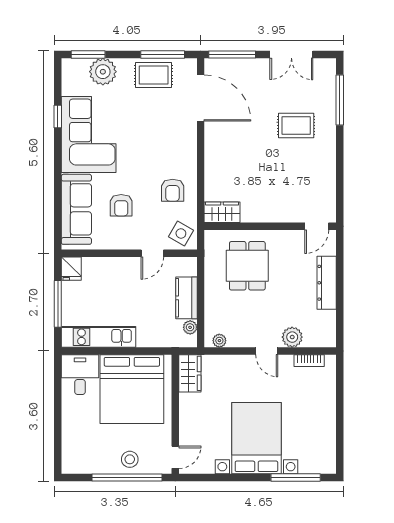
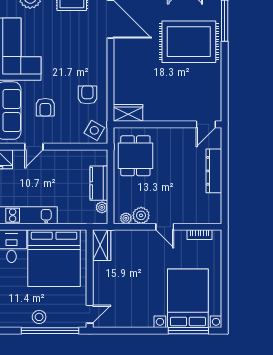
rug: (296, 125) -> (189, 42), width x1.86, depth x2.06
armchair: (173, 190) -> (87, 95), turned 180
door: (152, 253) -> (34, 147), moved
dining table: (247, 266) -> (135, 156), moved
plant: (292, 337) -> (141, 215), moved
bed with nightstands: (256, 438) -> (188, 298), moved
stool: (130, 459) -> (39, 317), moved

